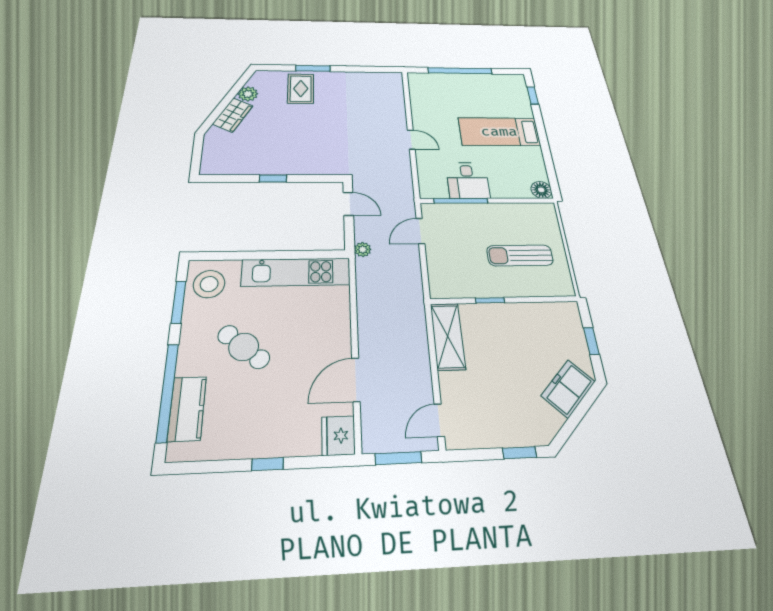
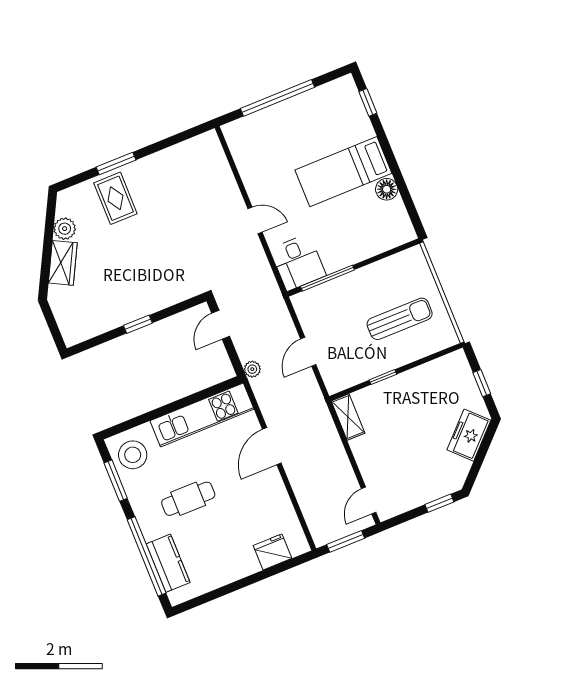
desk: (468, 181) -> (298, 262), moved
floor lamp: (541, 190) -> (387, 189), moved
door: (348, 204) -> (221, 325), swing flipped
door: (420, 231) -> (308, 352), moved
sun lounger: (520, 255) -> (400, 319), turned 180
shelving: (448, 336) -> (348, 417), width x0.67, depth x0.75
cafe table: (244, 347) -> (188, 499), turned -39
door: (356, 380) -> (272, 446), moved
fridge: (338, 436) -> (272, 552), moved, turned 90
window: (267, 464) -> (248, 581), removed

